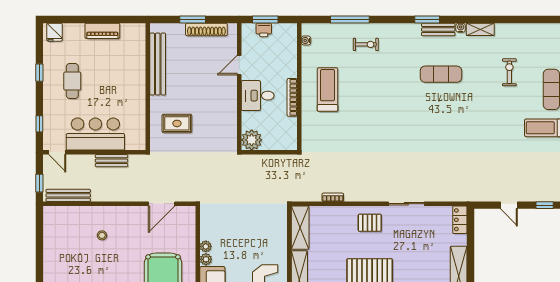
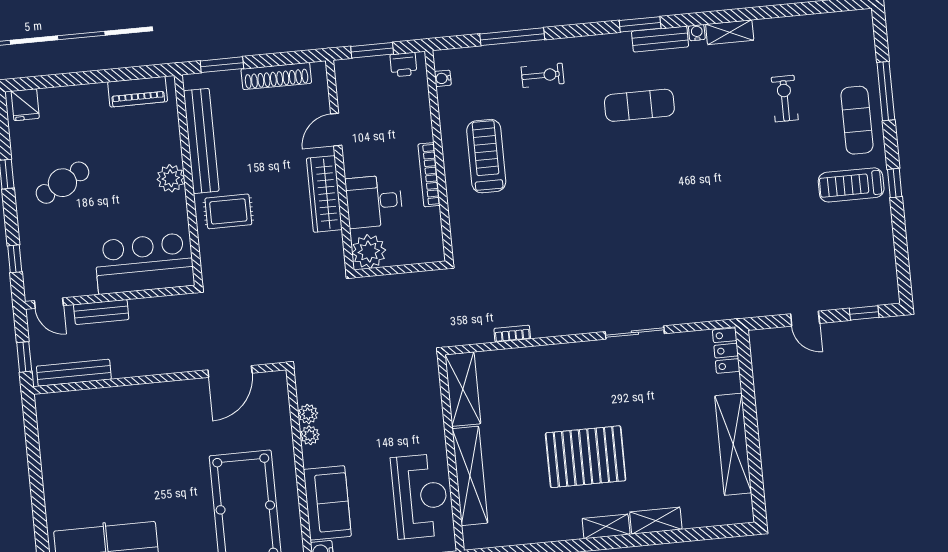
window: (193, 20) -> (222, 65), moved
printer: (264, 30) -> (403, 65), moved
piano: (102, 31) -> (138, 92), moved
exercise mat: (441, 74) -> (639, 105), moved
cafe table: (72, 81) -> (62, 183), turned 62
plant: (137, 85) -> (171, 178), added
desk: (258, 96) -> (374, 201), moved
wardrobe: (228, 103) -> (324, 194), added
rug: (177, 123) -> (228, 211), moved
bar counter: (95, 134) -> (144, 263), moved
bench: (111, 161) -> (101, 312), moved
pallet: (370, 223) -> (577, 370), removed
stool: (102, 235) -> (136, 433), removed
plant: (206, 259) -> (308, 414), moved

